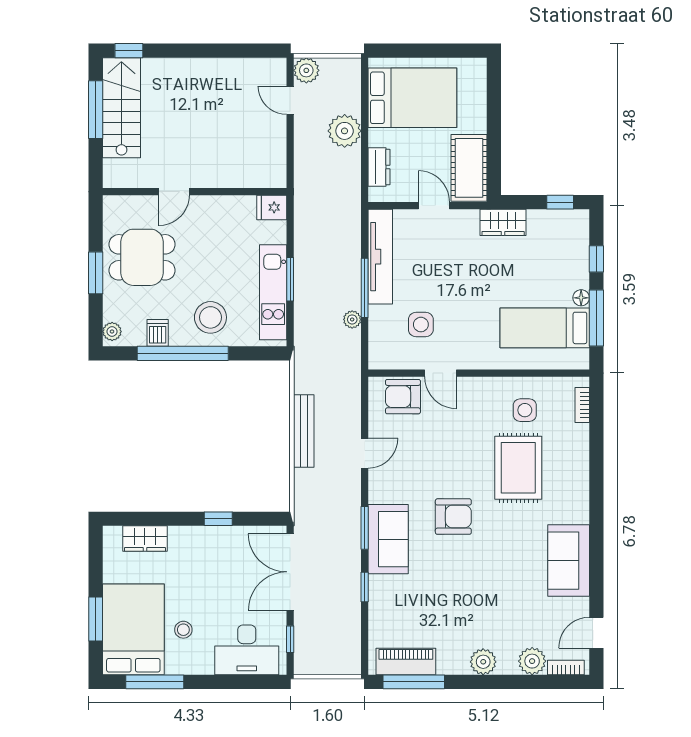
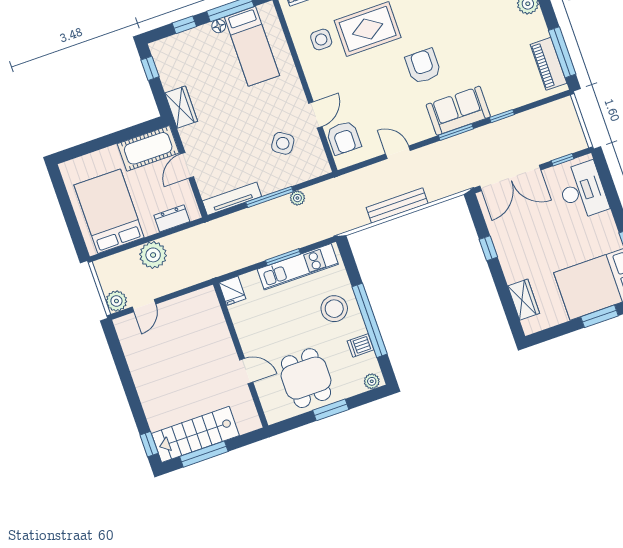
tv unit: (380, 257) -> (232, 199), width x0.73, depth x0.78
side table: (421, 325) -> (283, 143), turned 34
stool: (183, 630) -> (584, 245), removed

